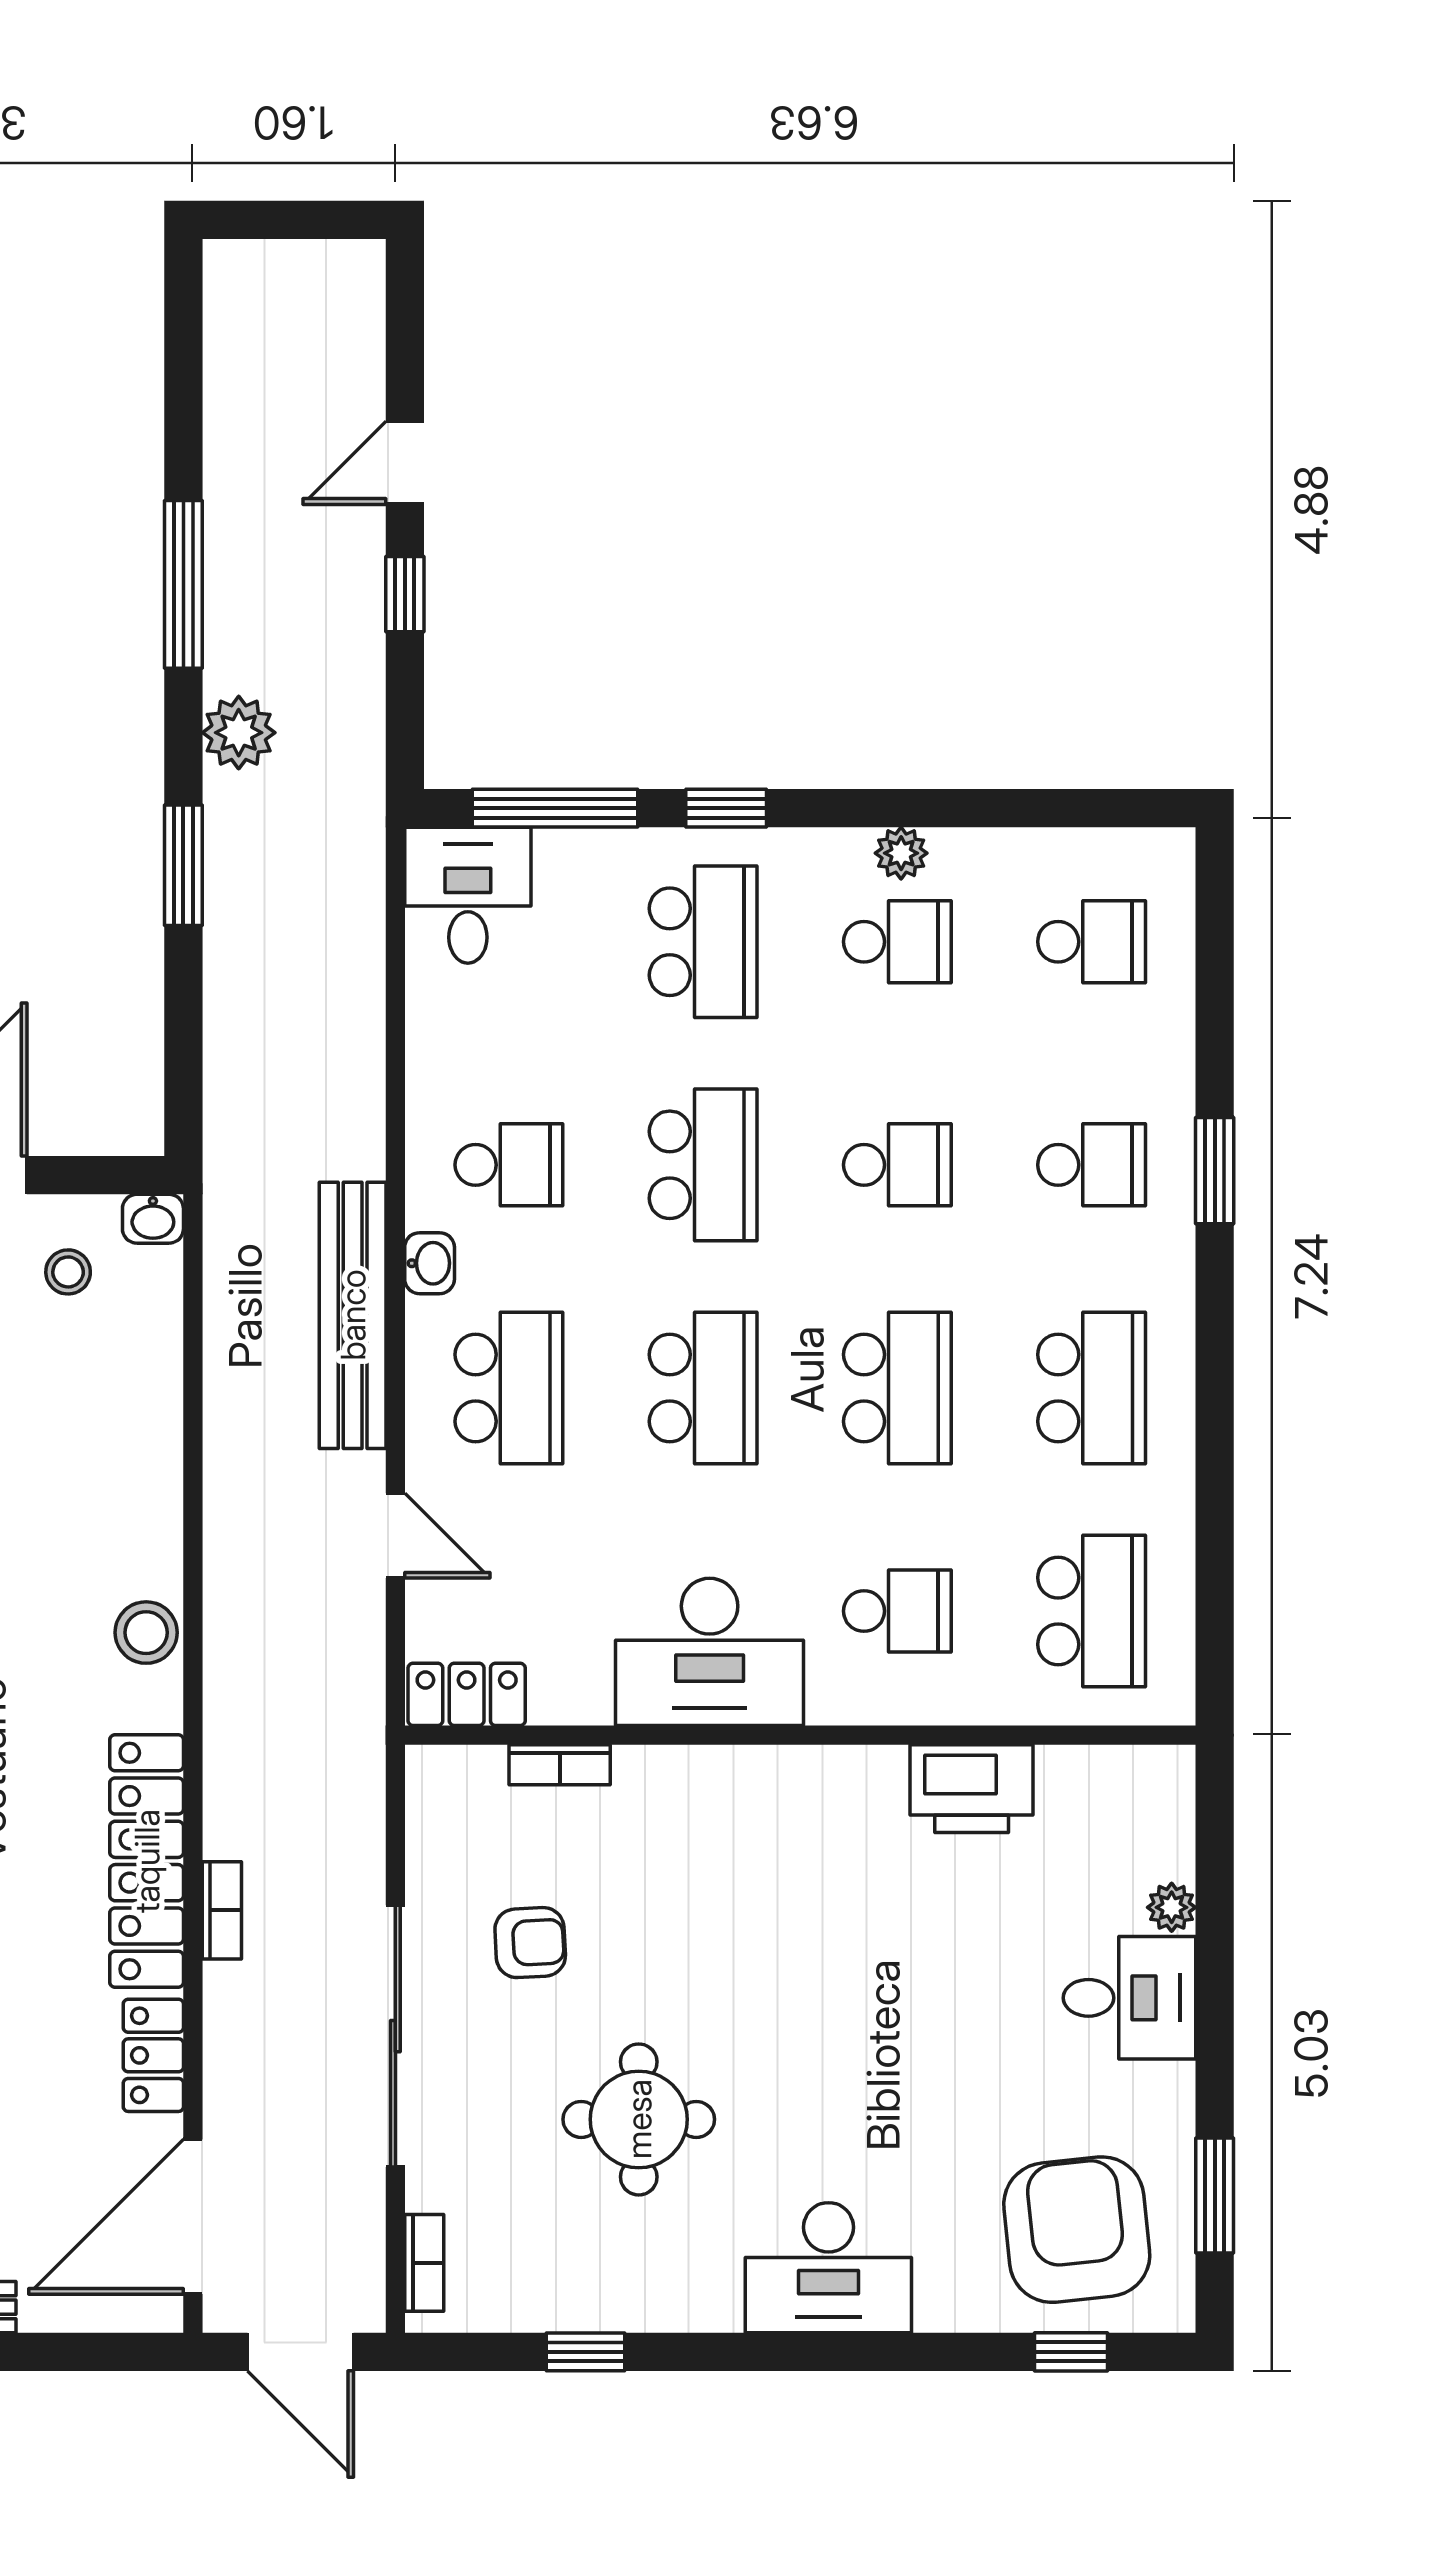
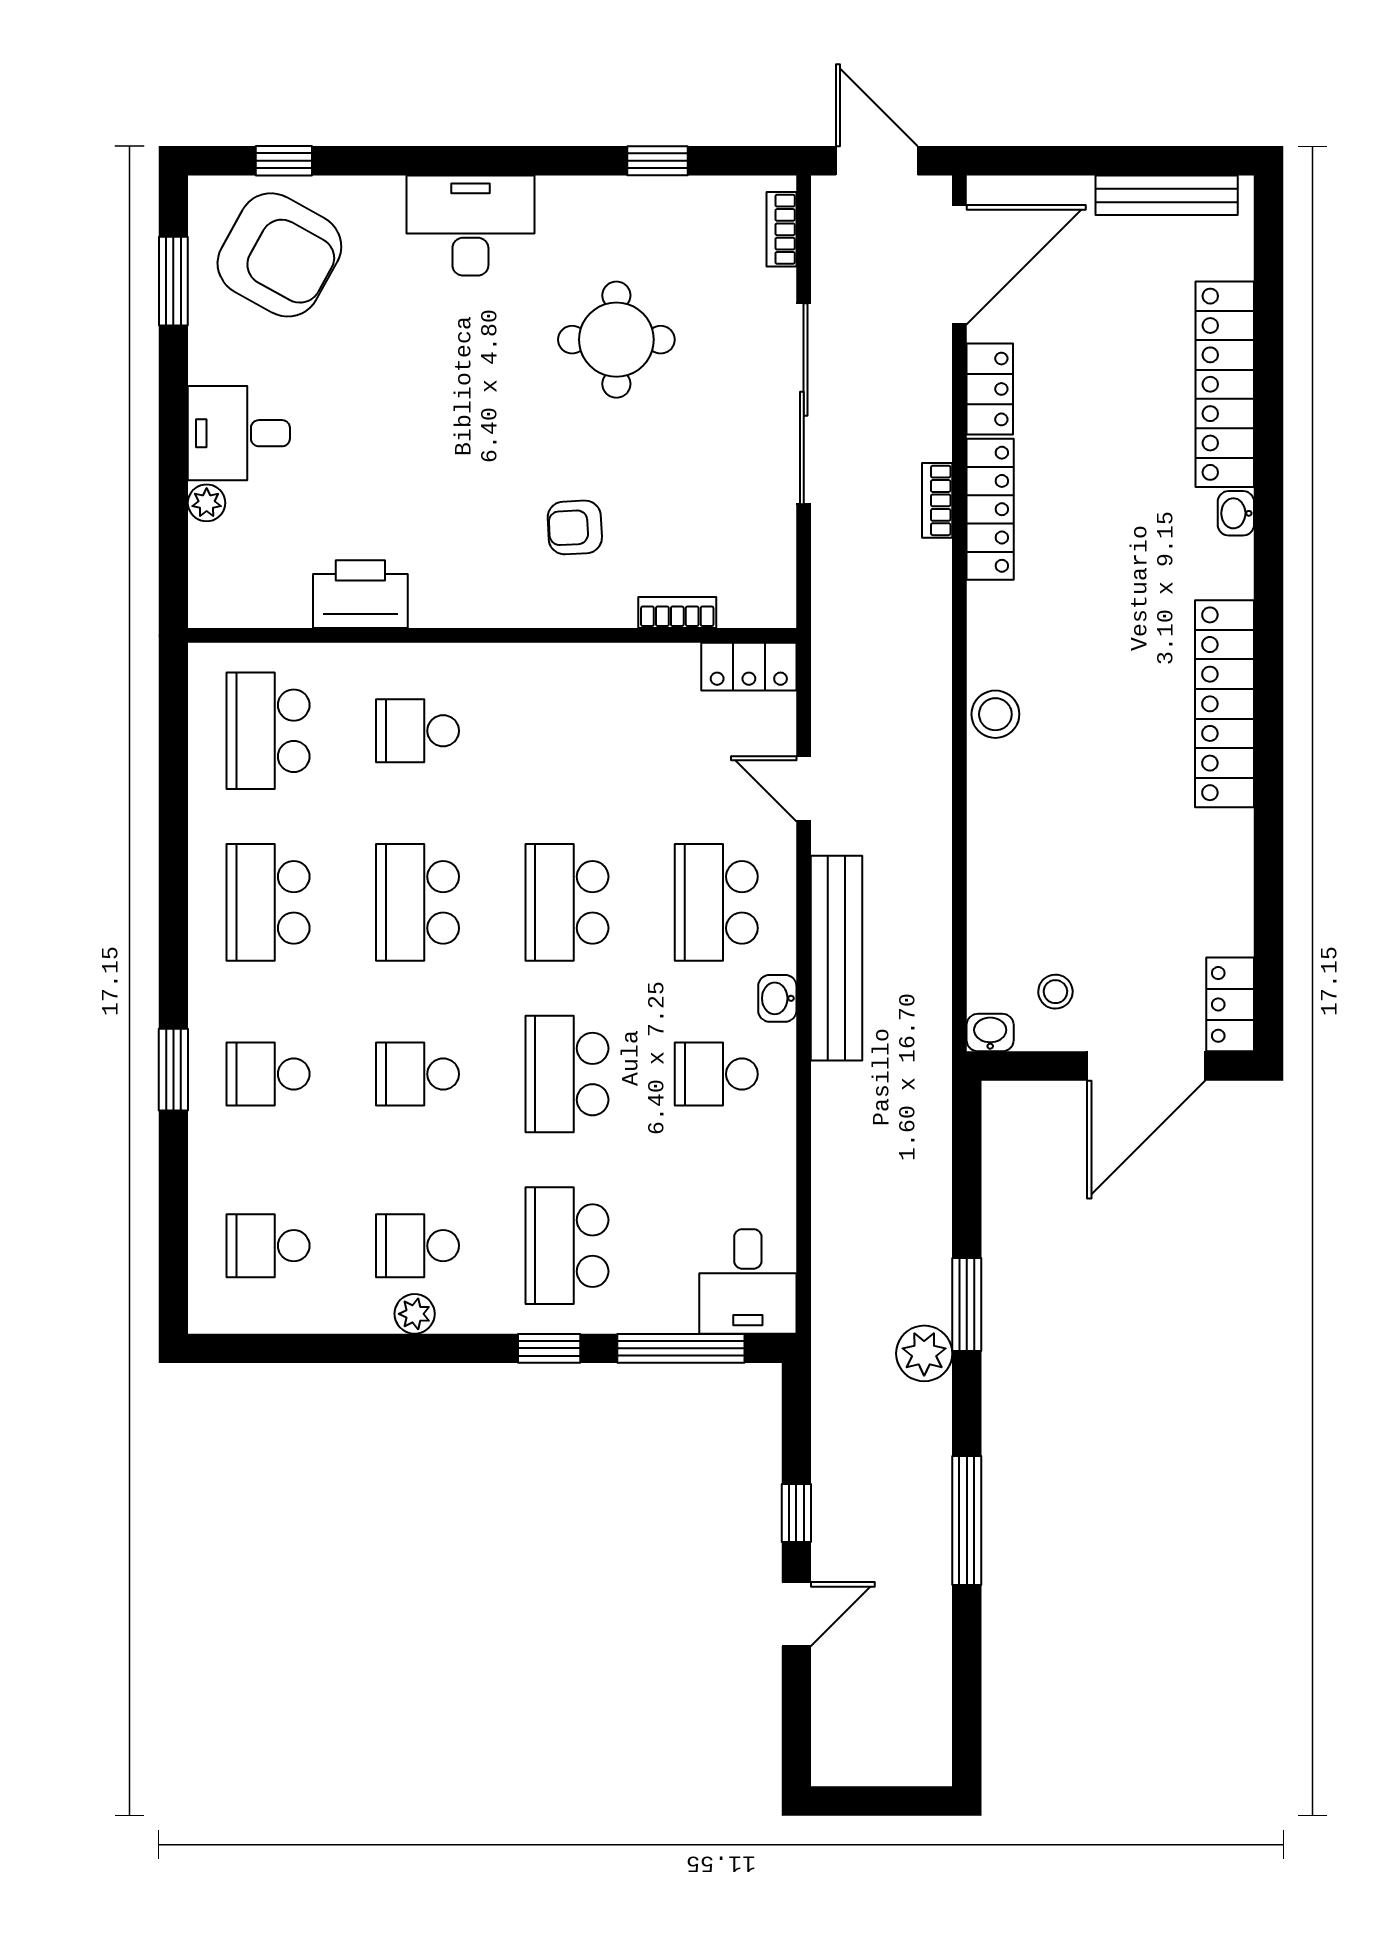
plant: (239, 733) -> (924, 1353), moved
desk: (710, 1652) -> (562, 699), removed
locker: (147, 1861) -> (990, 509), width x0.71, depth x0.83
armchair: (530, 1943) -> (575, 527), moved
armchair: (1077, 2230) -> (279, 255), turned -55

